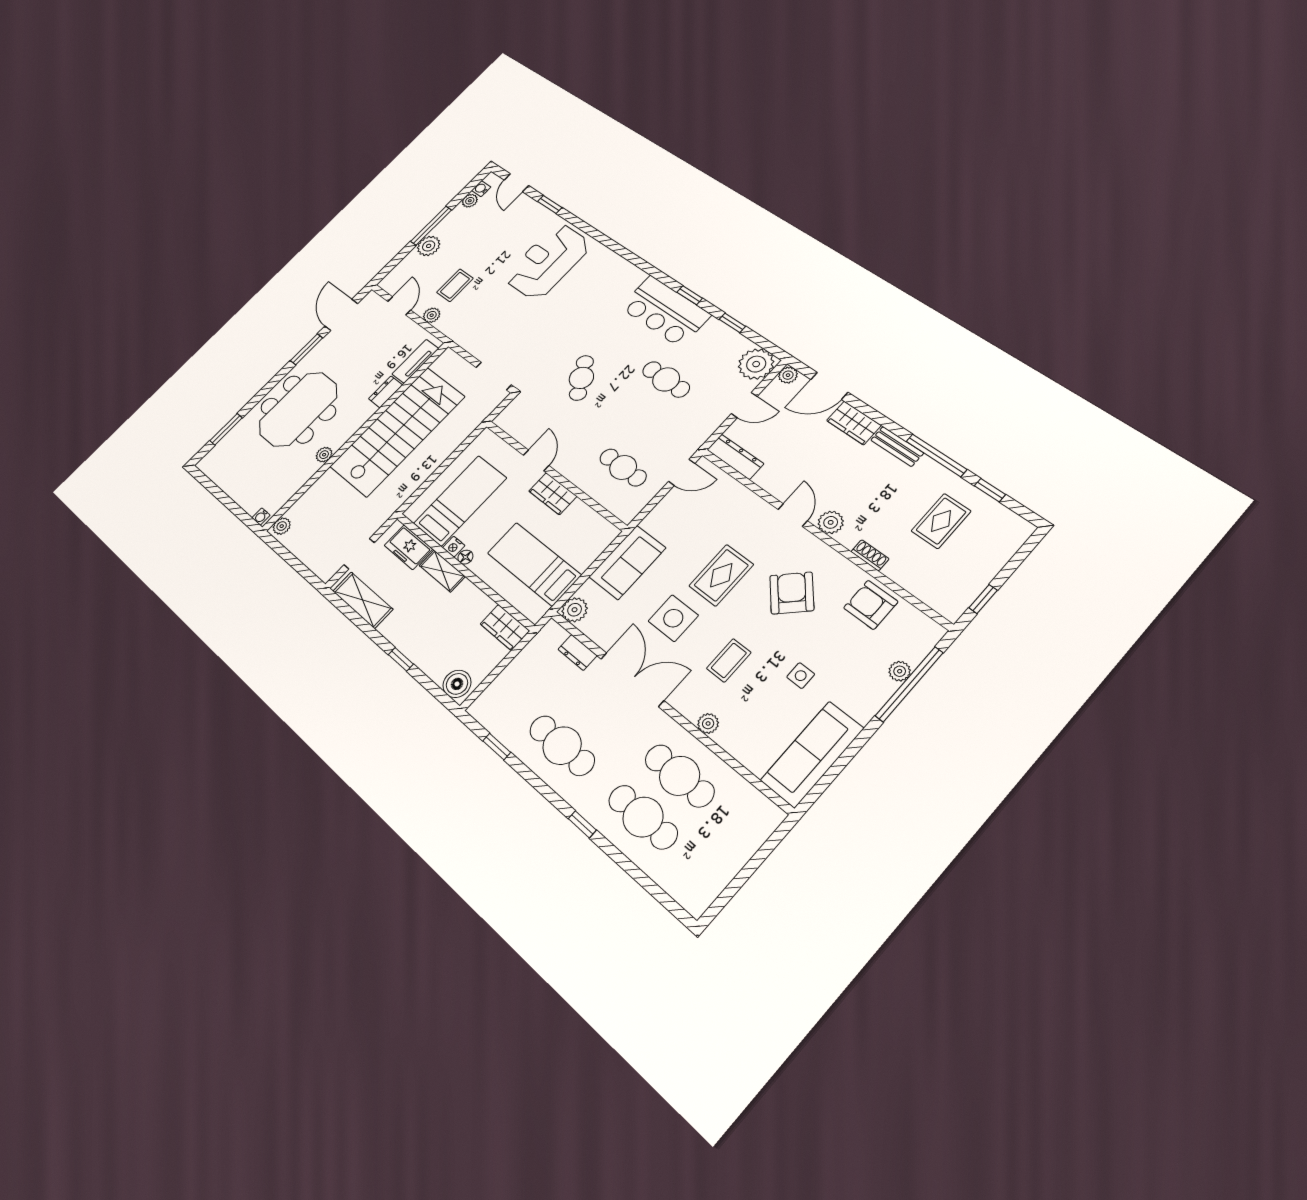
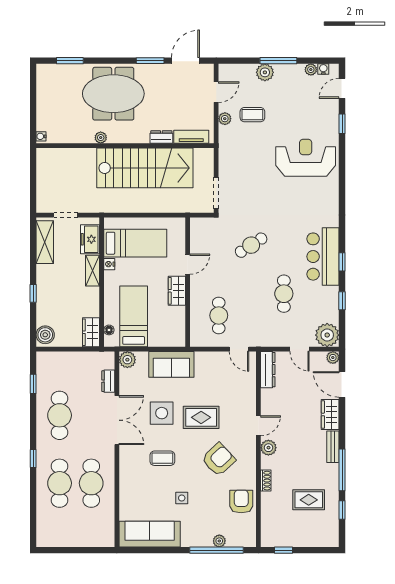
plant: (282, 526) -> (45, 154), removed
floor lamp: (465, 557) -> (109, 330), moved
plant: (708, 723) -> (125, 475), removed

